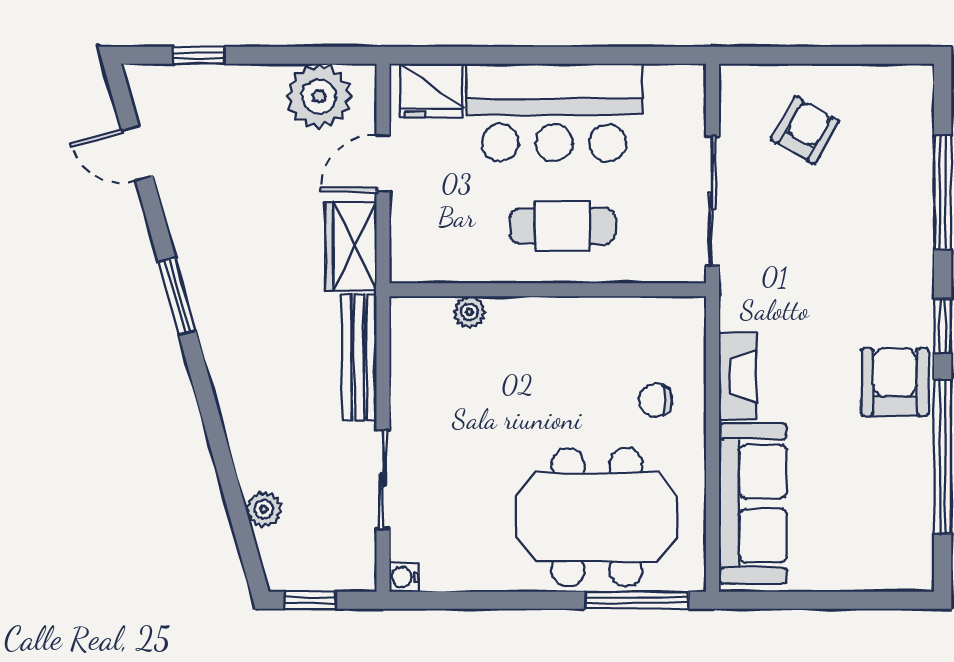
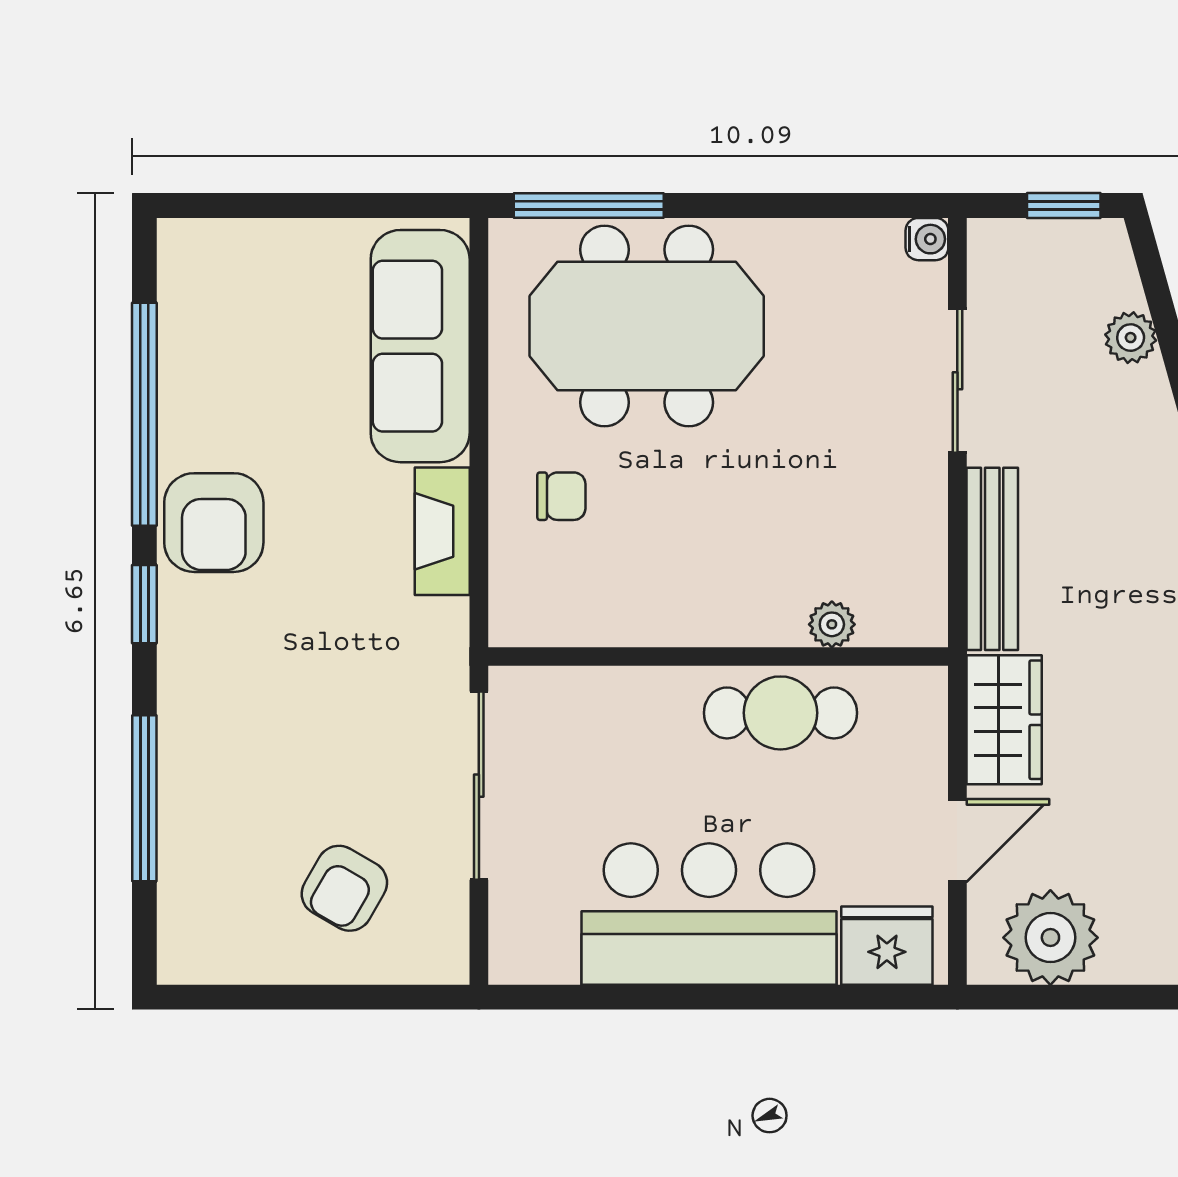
cafe table: (563, 226) -> (780, 713), moved

